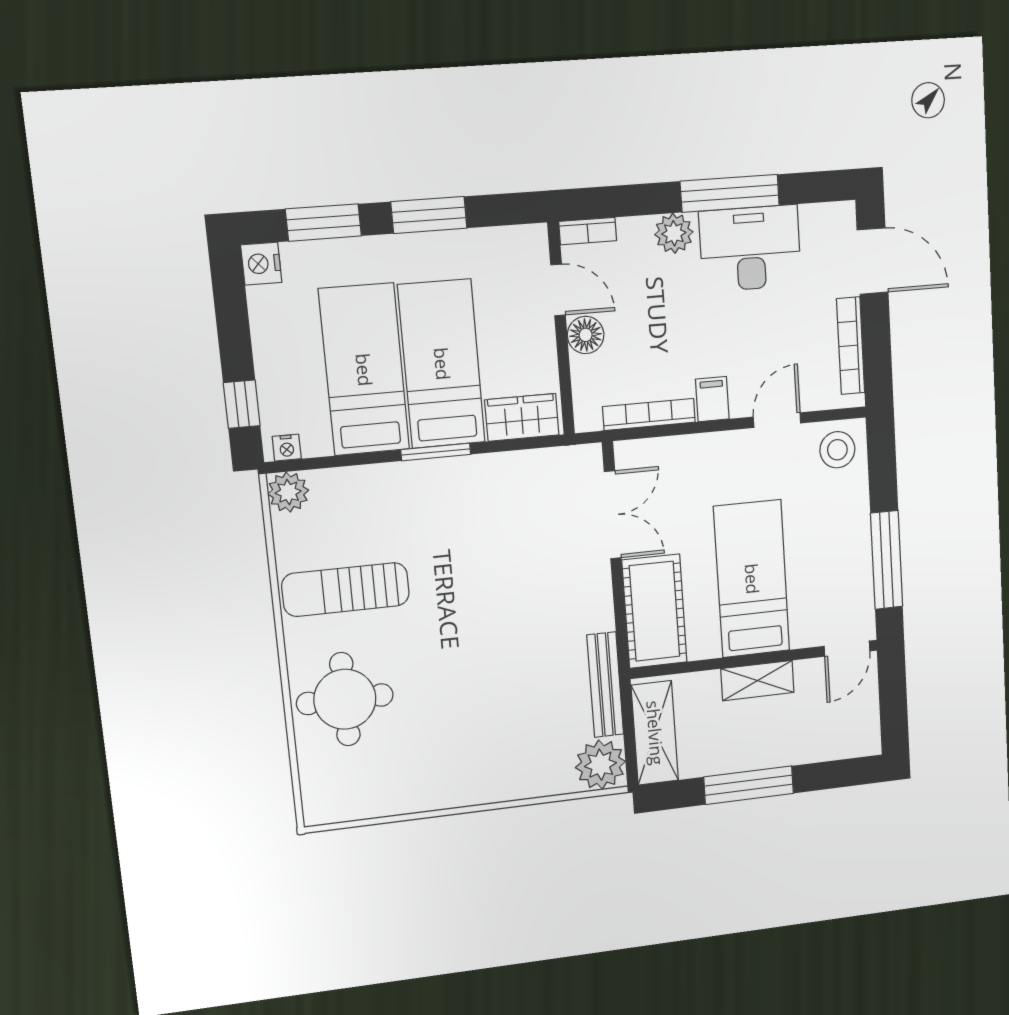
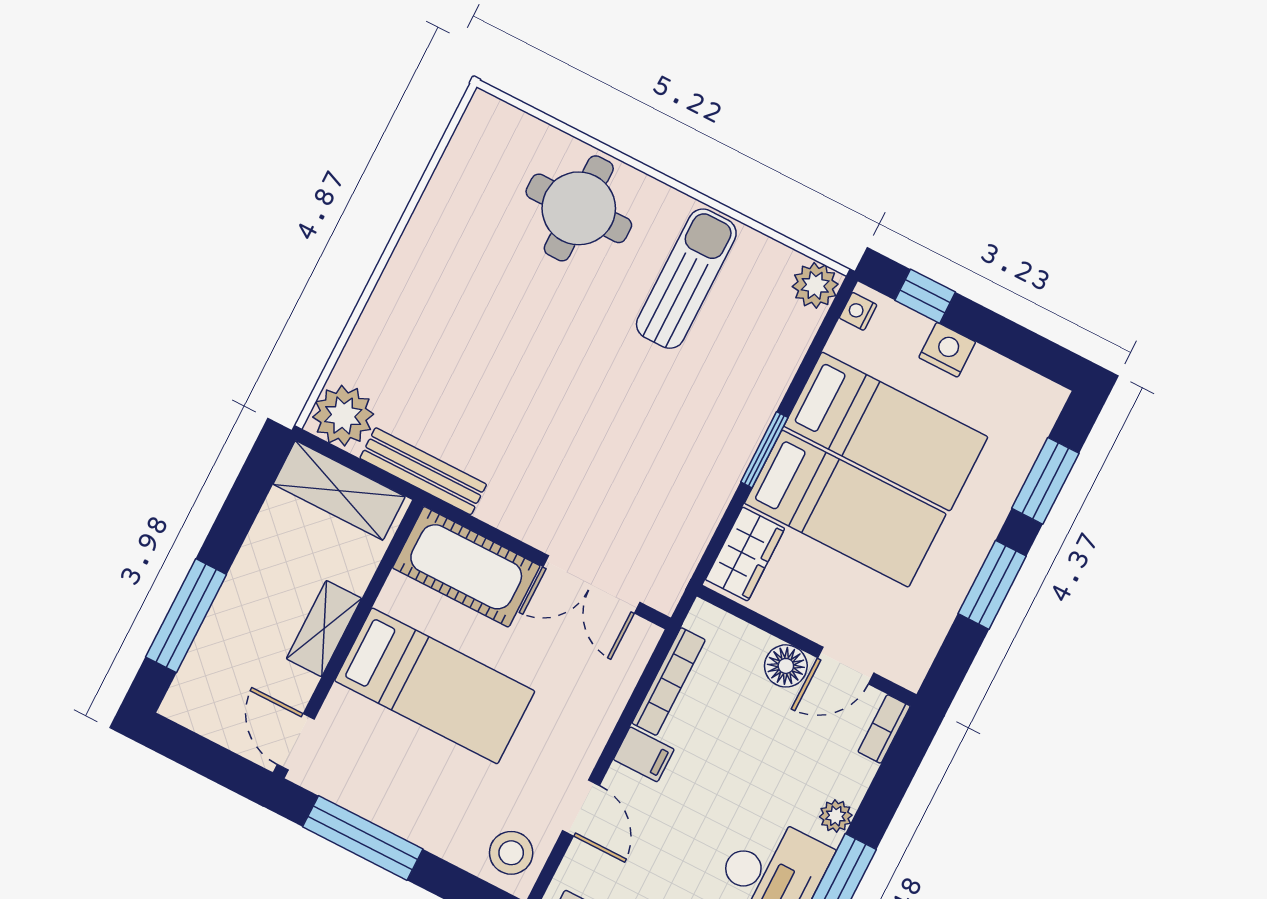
plant: (674, 233) -> (836, 816), width x0.73, depth x0.73
nightstand: (261, 264) -> (947, 350), moved
window: (749, 785) -> (186, 616), moved

